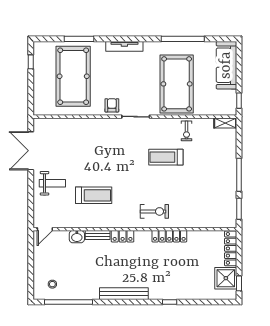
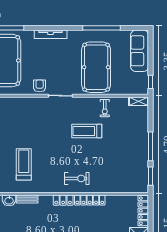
treadmill: (94, 195) -> (24, 164), turned -90
locker: (123, 236) -> (63, 200), moved

